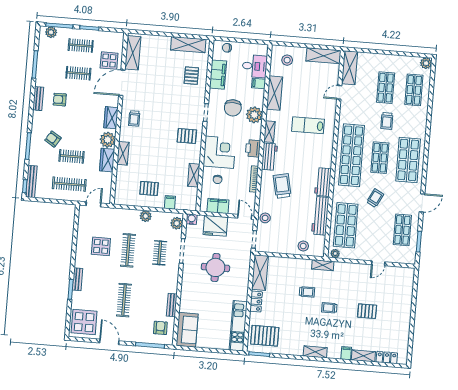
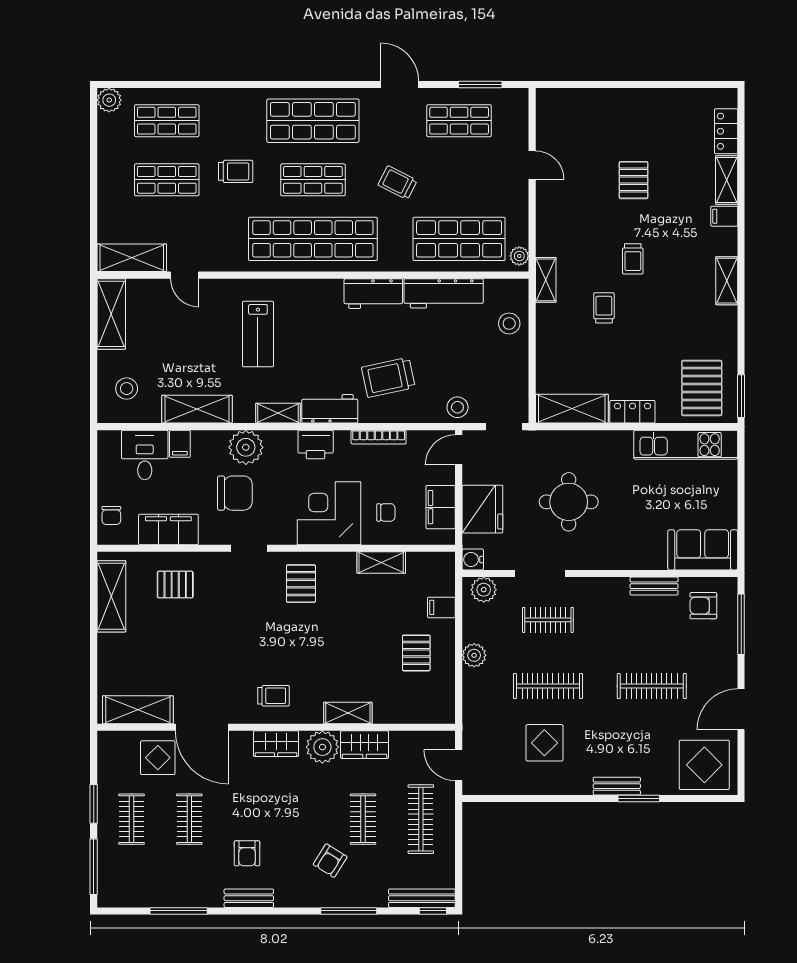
plant: (51, 32) -> (109, 883), removed

